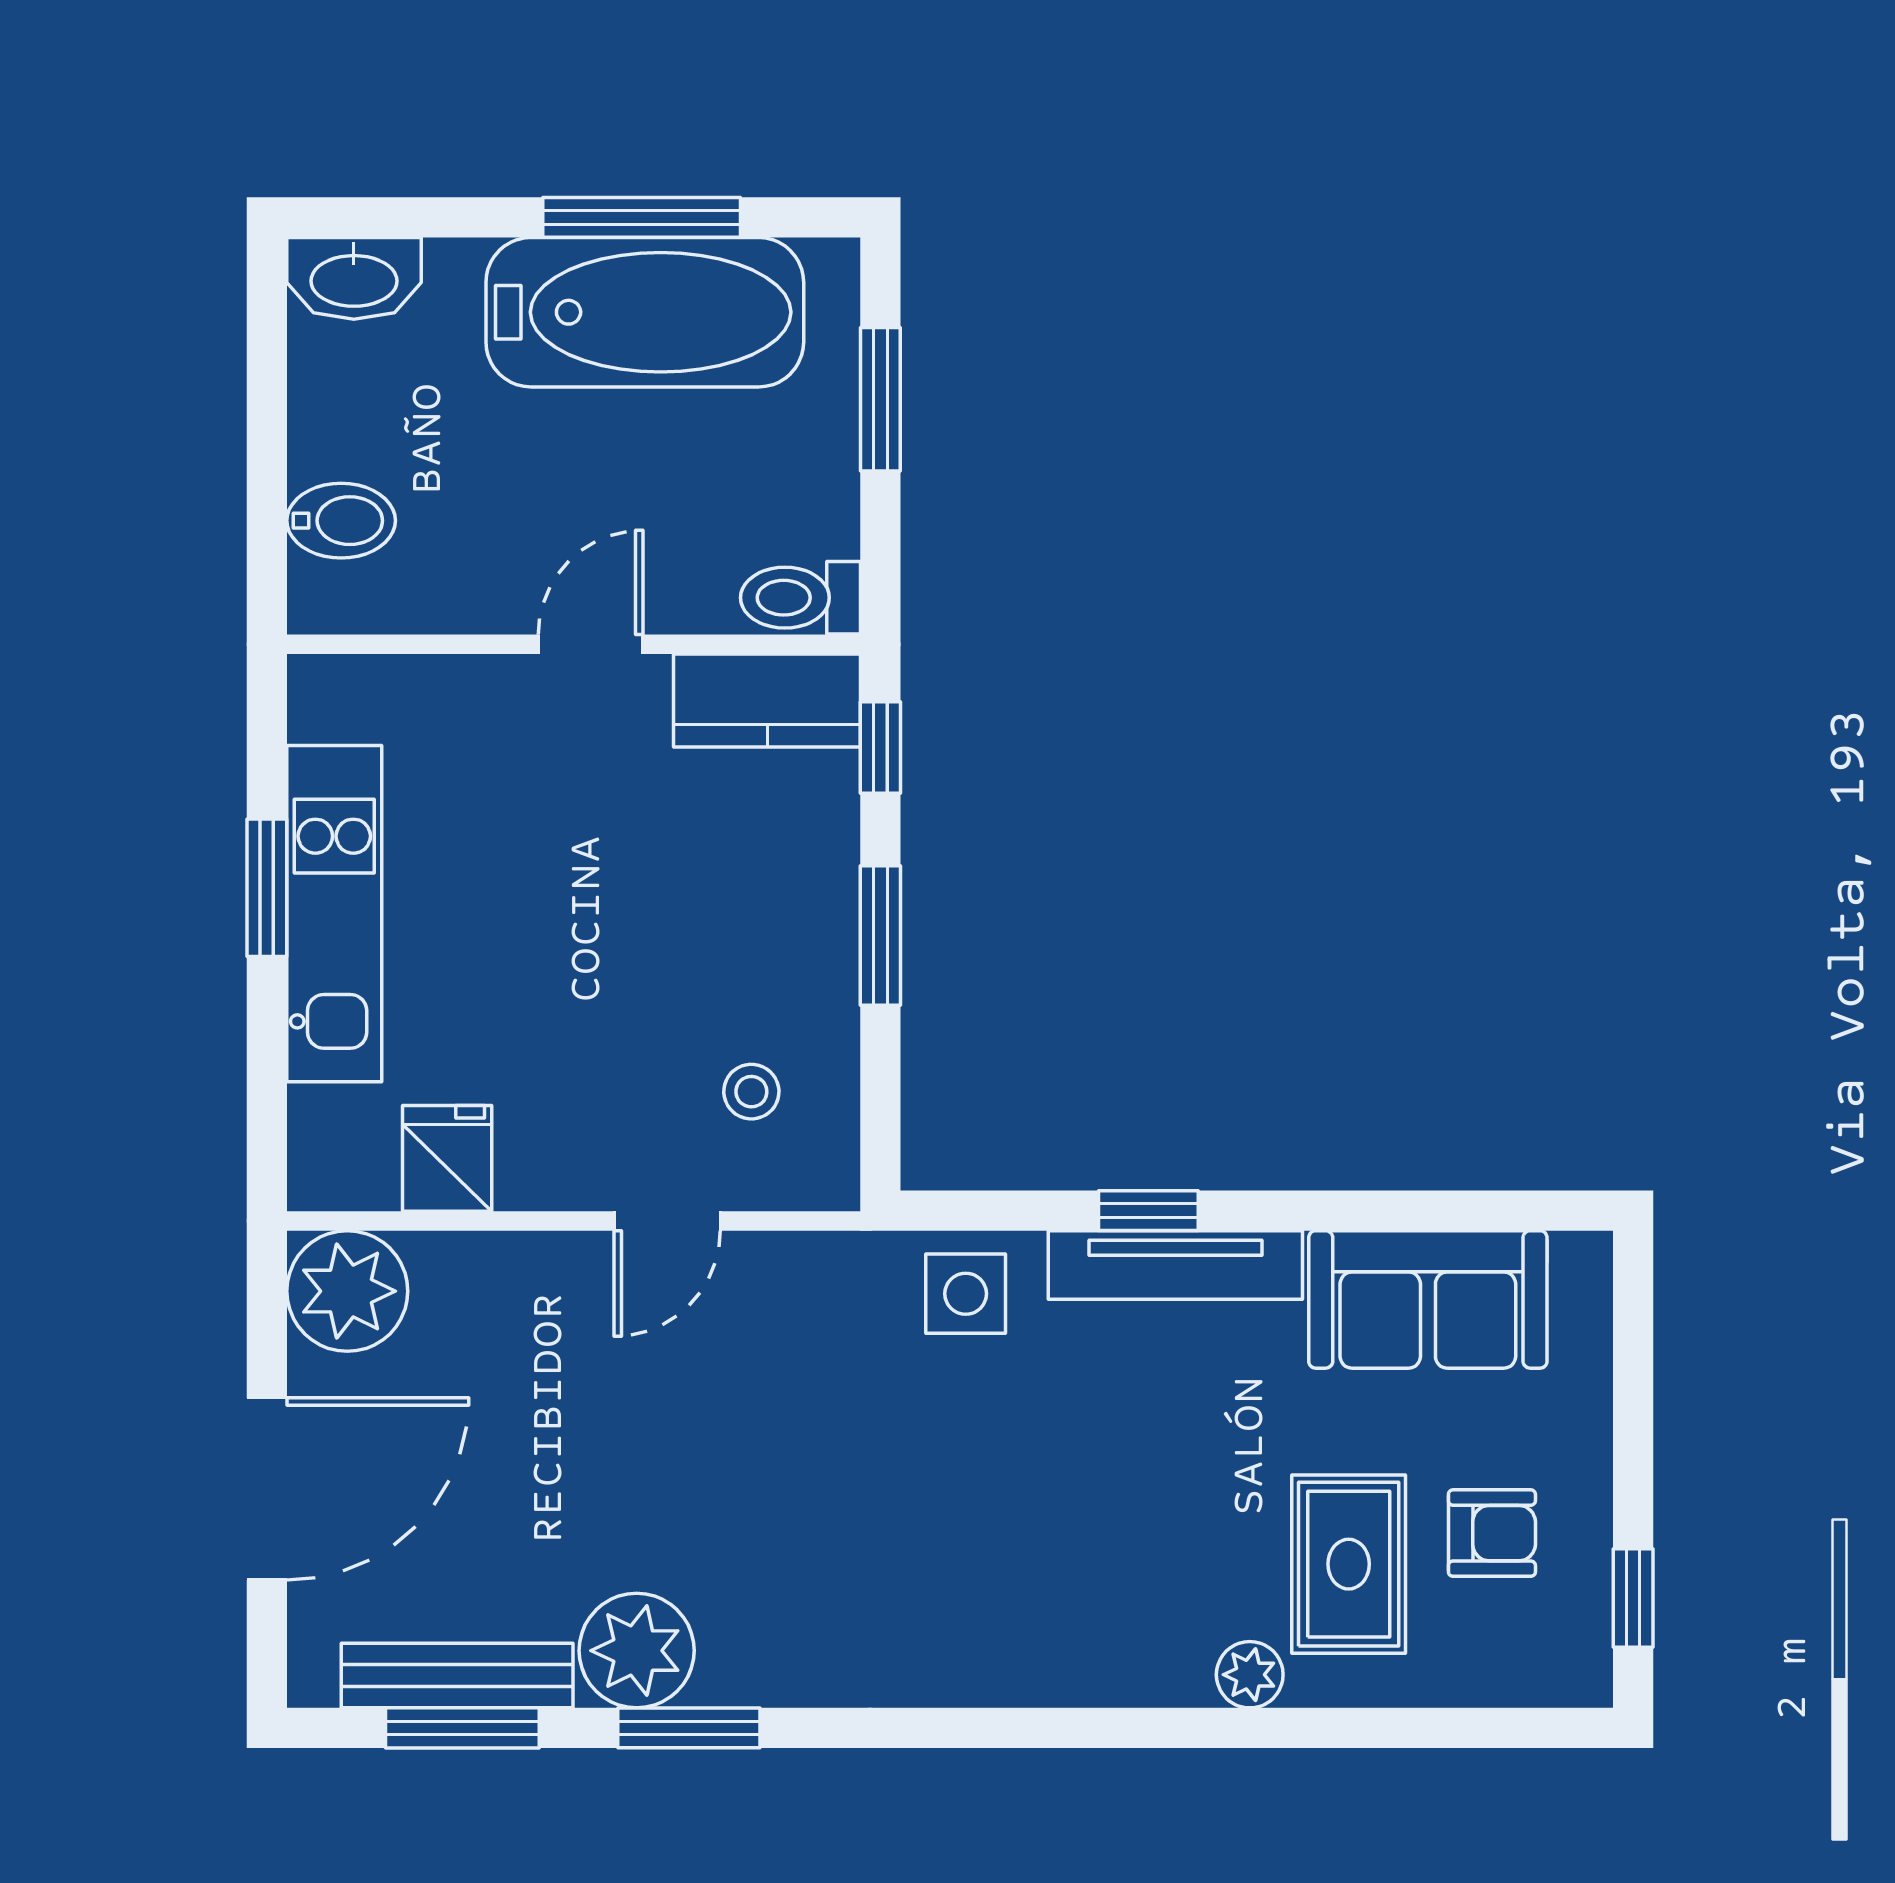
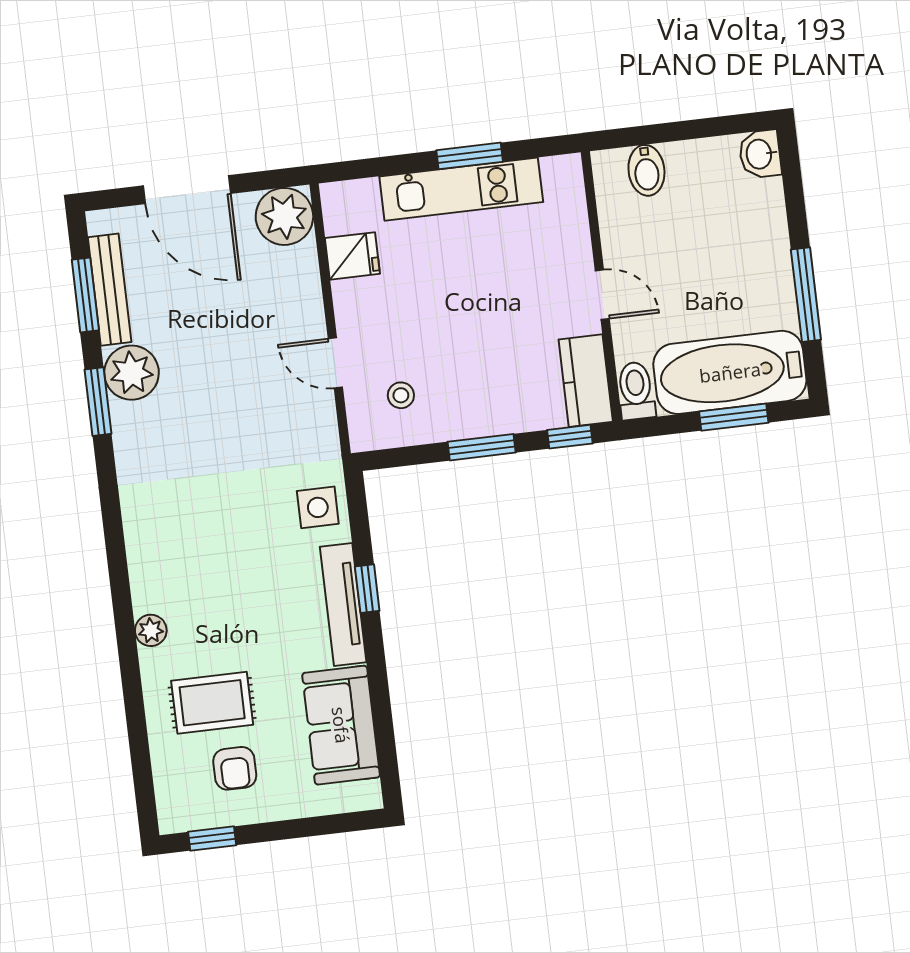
washbasin: (354, 278) -> (760, 154), width x0.72
bathtub: (645, 312) -> (730, 372), moved, turned 90
plant: (1250, 1675) -> (151, 630), moved

